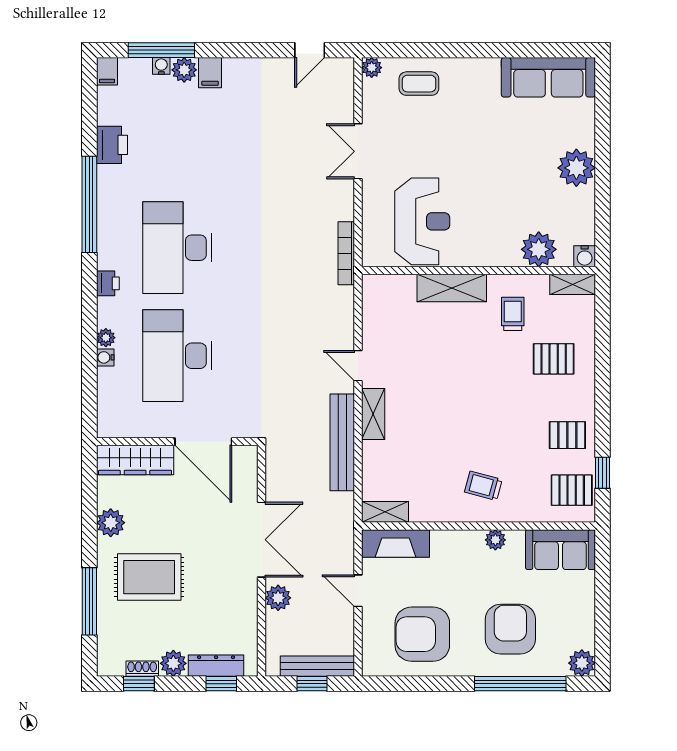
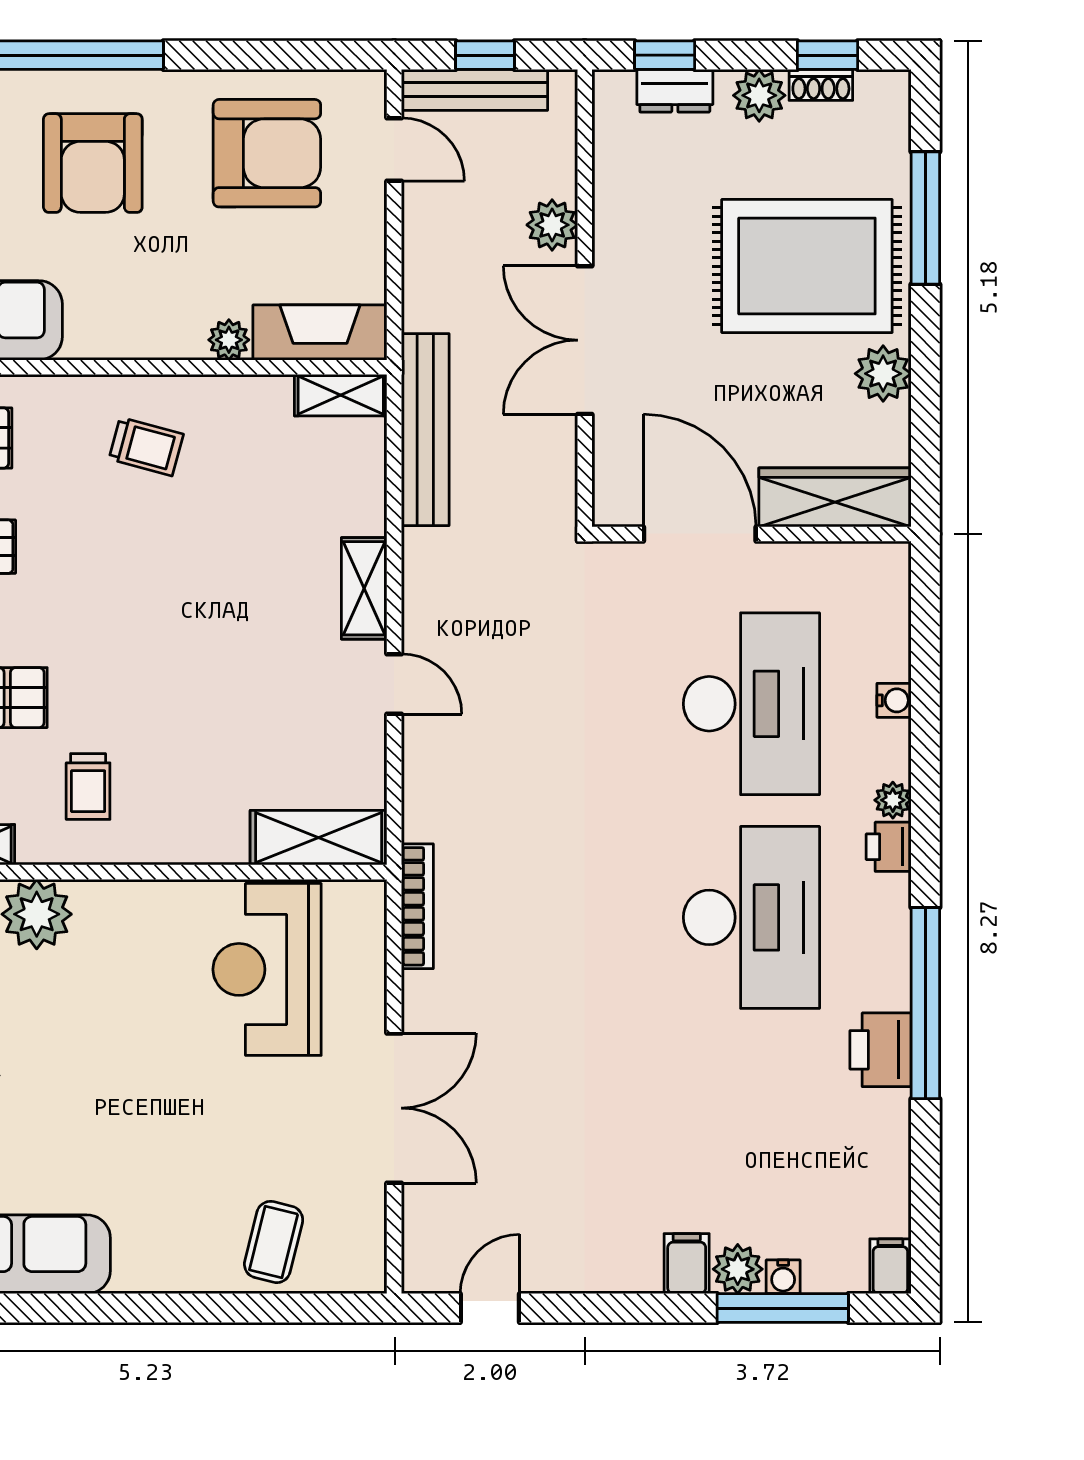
plant: (372, 68) -> (367, 1274), removed
coffee table: (419, 84) -> (274, 1242), turned -76
printer: (112, 145) -> (880, 1050), moved
double door: (358, 151) -> (394, 1108), width x1.37
shelving: (452, 288) -> (319, 838), moved
plant: (106, 338) -> (893, 800), moved
bench: (342, 442) -> (425, 430), moved
plant: (495, 540) -> (229, 340), moved
rug: (149, 577) -> (807, 266), width x1.37, depth x1.44
door: (358, 591) -> (394, 149), moved
dresser: (216, 666) -> (675, 91), width x0.70

